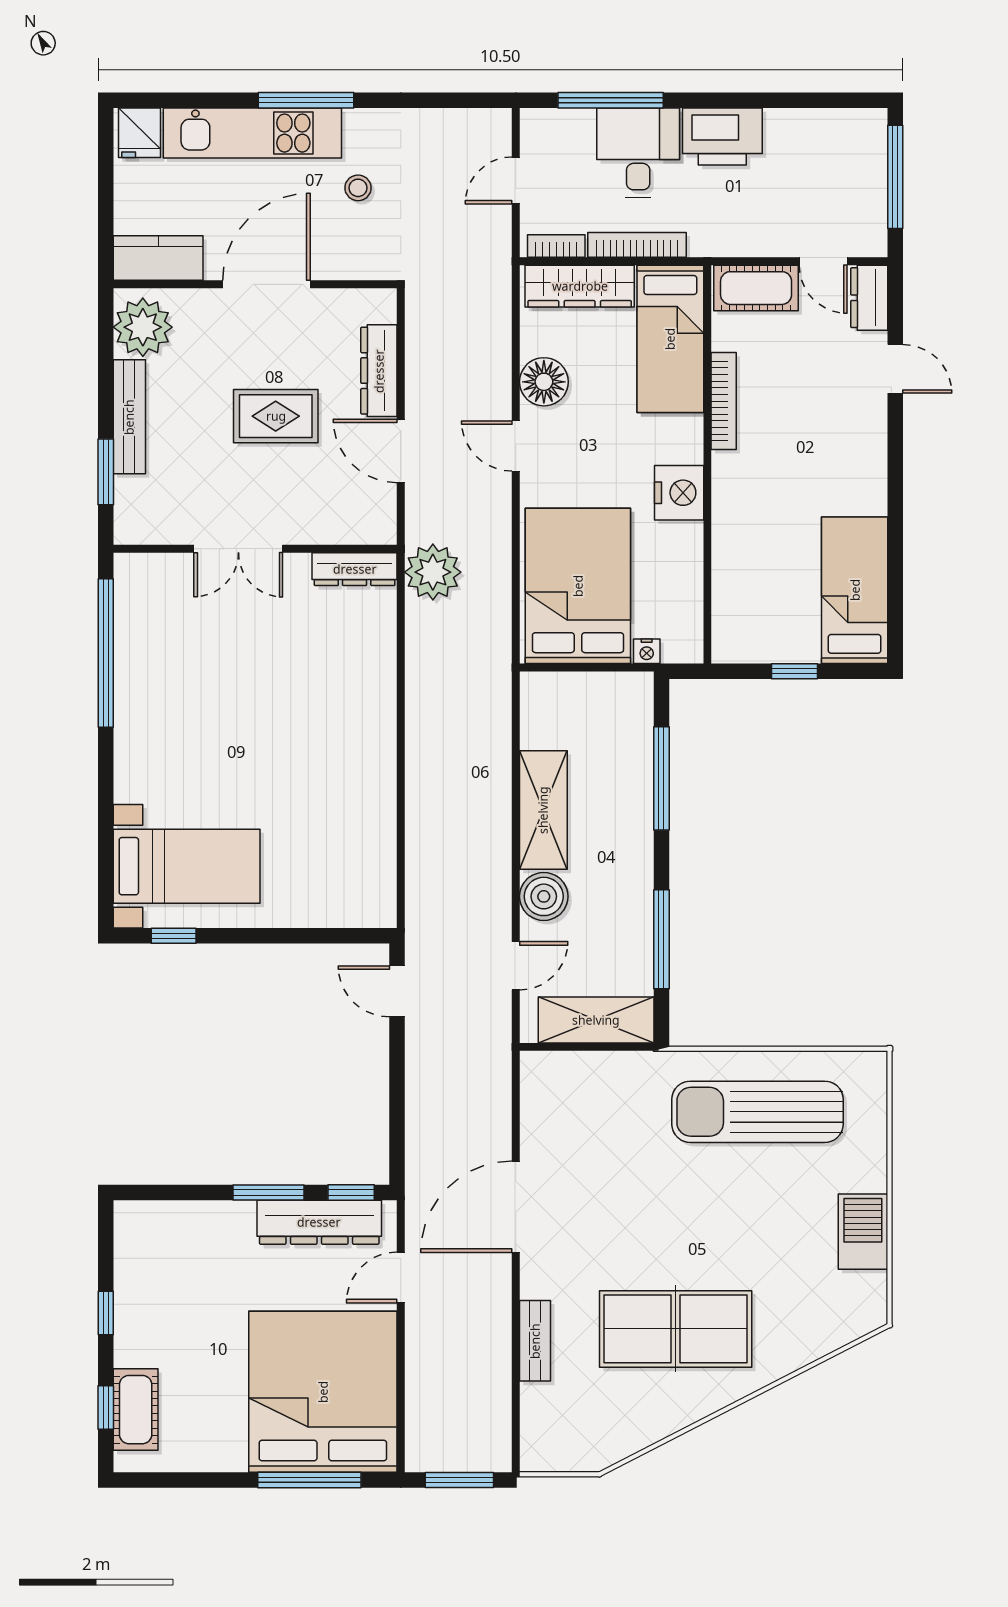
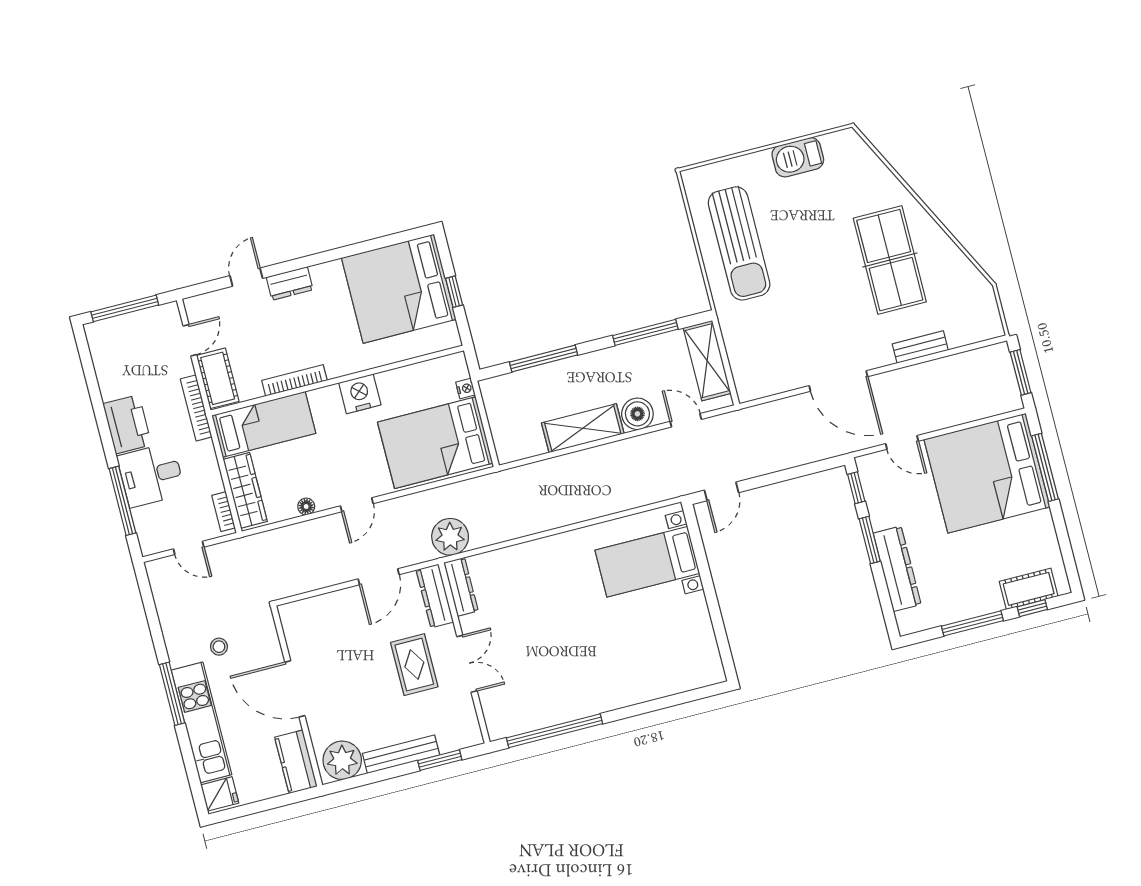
bookcase: (637, 245) -> (196, 408), moved
dresser: (869, 298) -> (290, 283), moved
dresser: (379, 371) -> (435, 596), moved, turned 90
floor lamp: (544, 382) -> (306, 506), width x0.53, depth x0.53
rug: (276, 416) -> (414, 665), moved
bed: (855, 590) -> (399, 289), width x2.04
bed with nightstands: (187, 866) -> (647, 562), moved, turned -90
window: (174, 936) -> (723, 642), removed
dresser: (319, 1222) -> (897, 569), moved
window: (106, 1313) -> (972, 623), width x2.17

